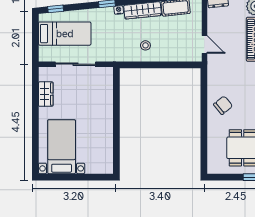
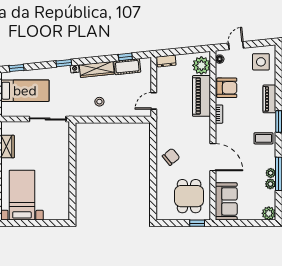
door: (204, 44) -> (154, 101), swing flipped
sliding door: (75, 64) -> (48, 119), moved

